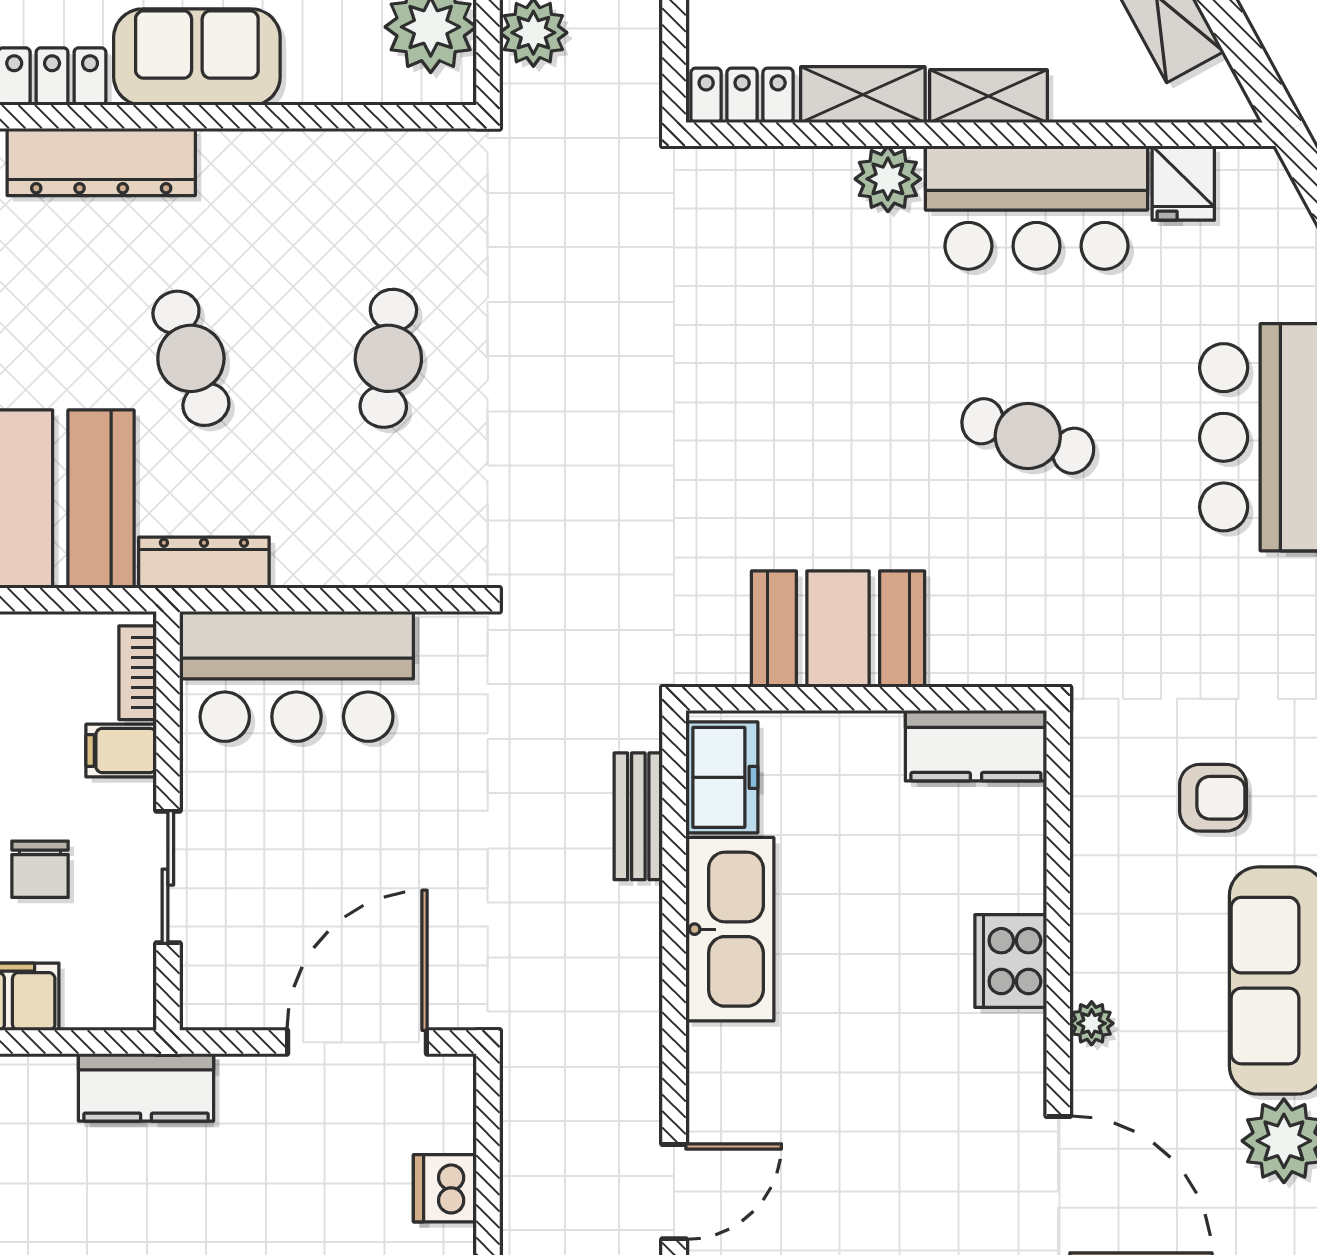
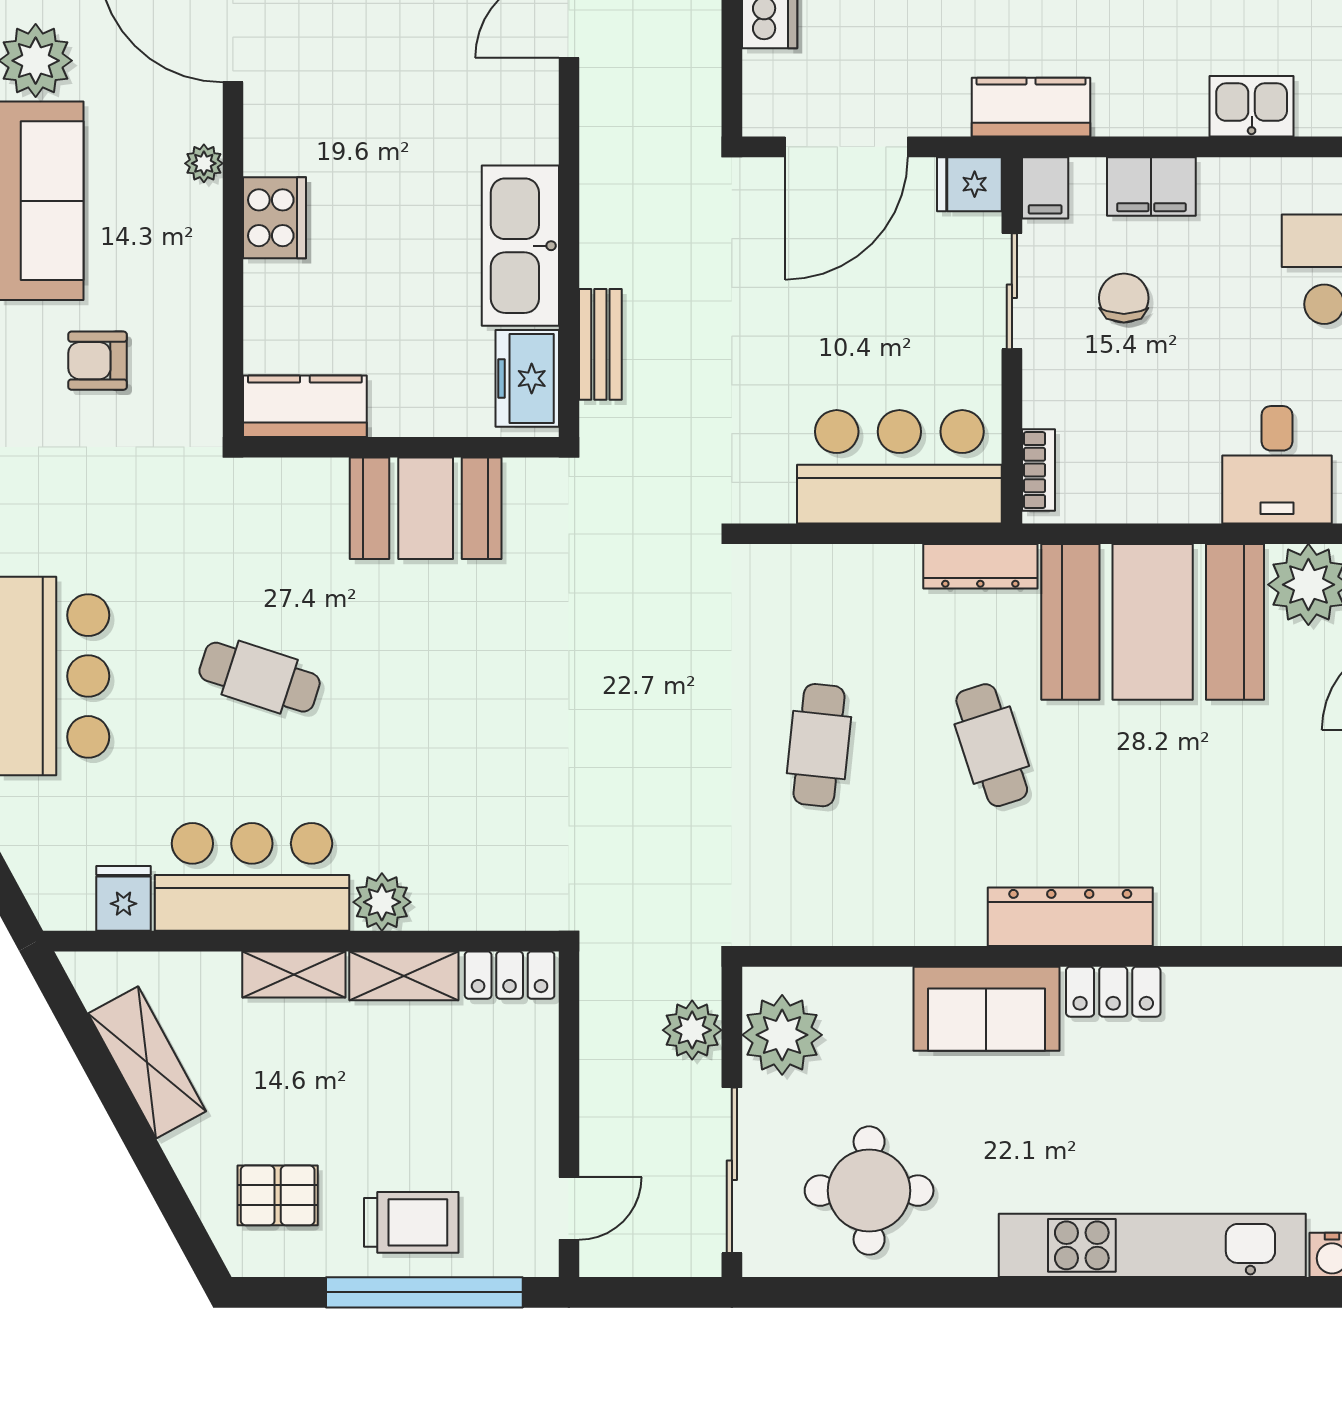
filing cabinet: (121, 751) -> (1045, 188), moved, turned 90
fridge: (216, 999) -> (969, 184), added

